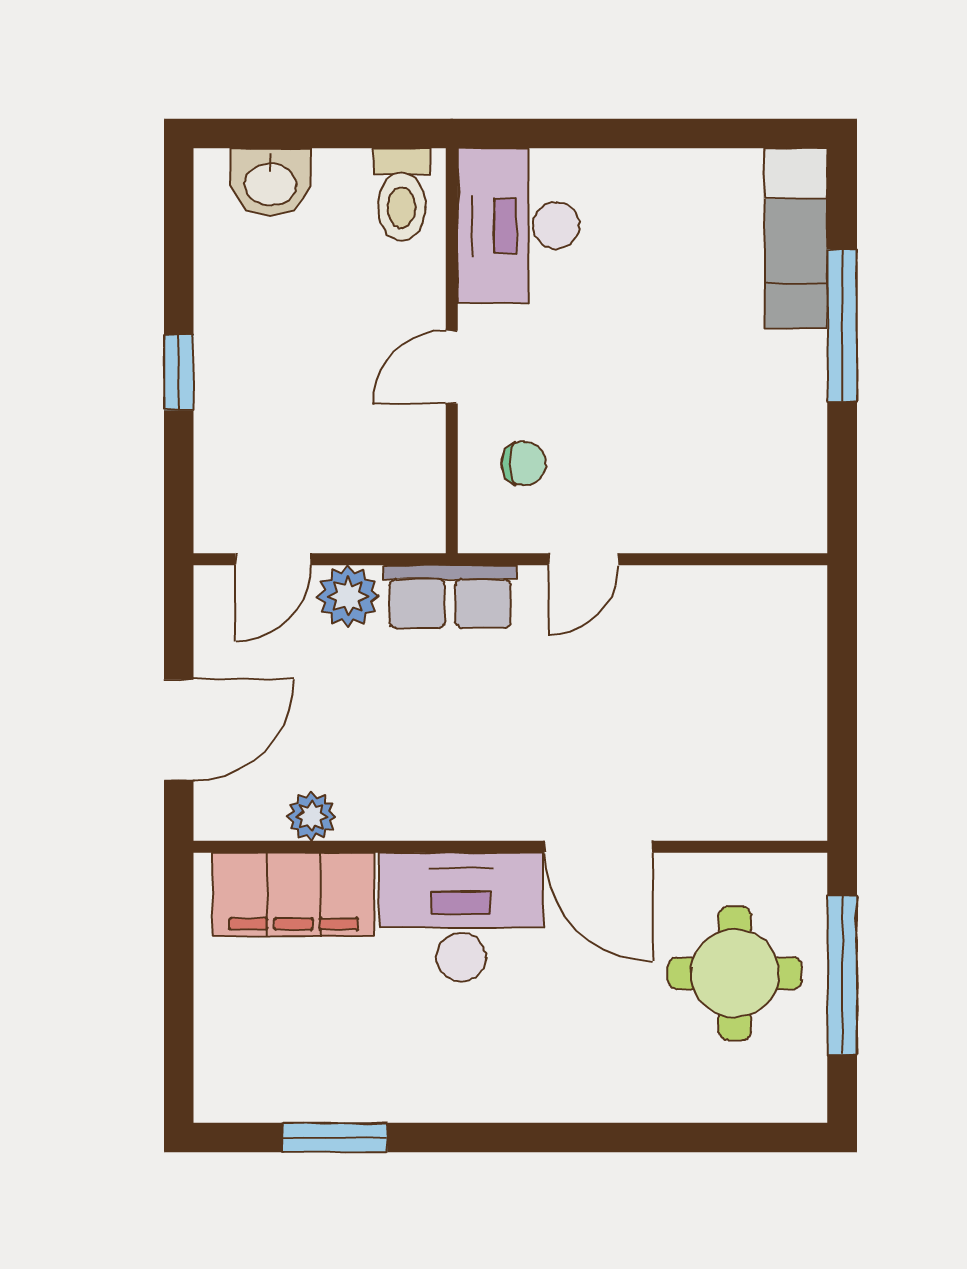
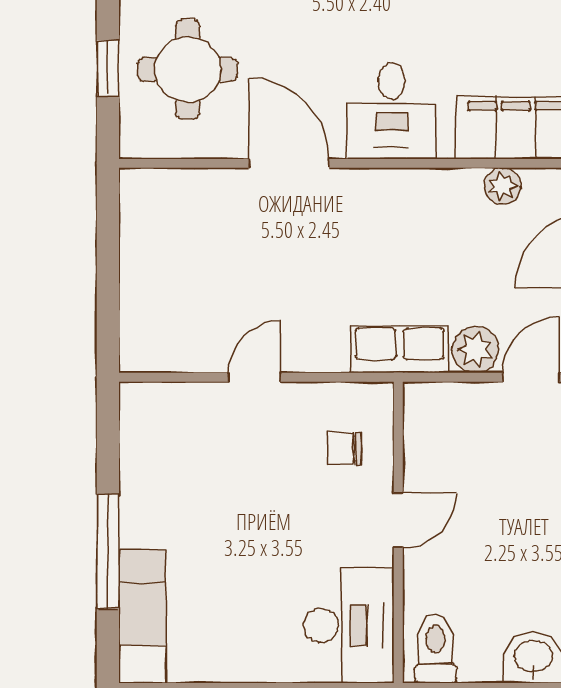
door: (584, 559) -> (255, 377), moved
desk: (461, 917) -> (391, 111), width x0.73
window: (842, 975) -> (108, 68), width x0.46

